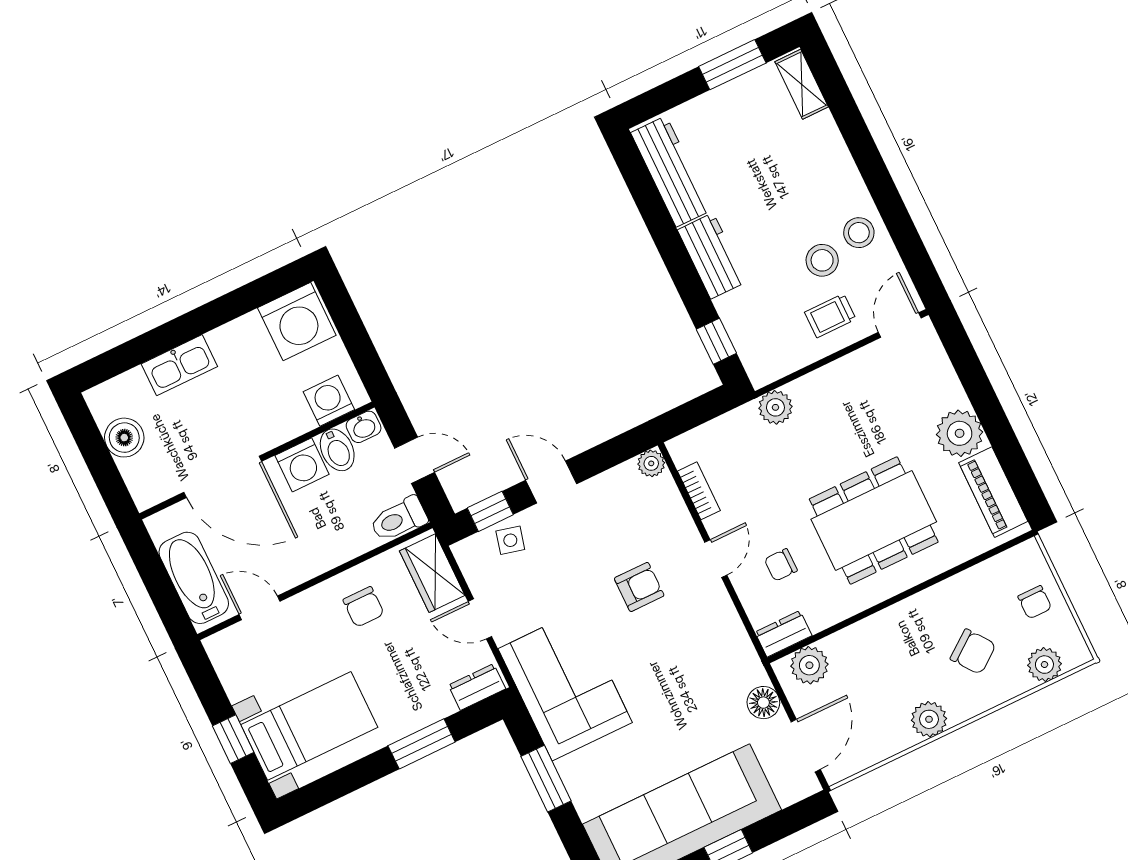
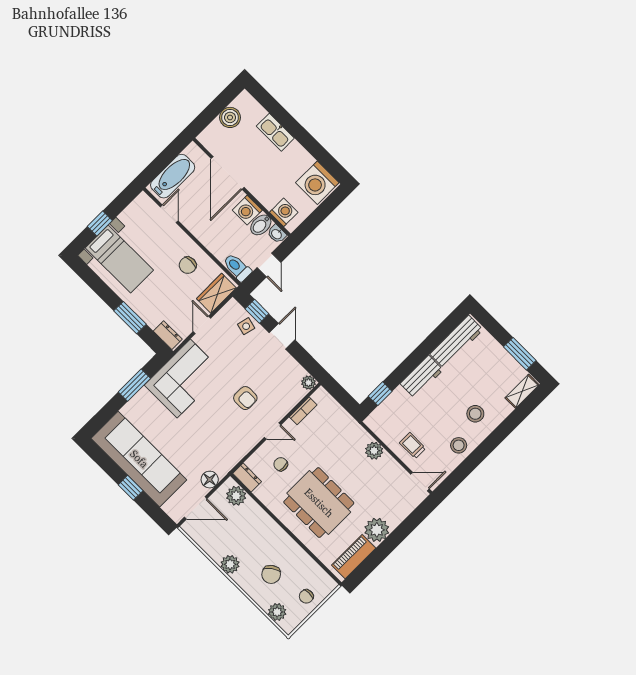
stool: (822, 260) -> (475, 414), moved
plant: (775, 407) -> (374, 451), moved

